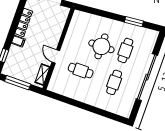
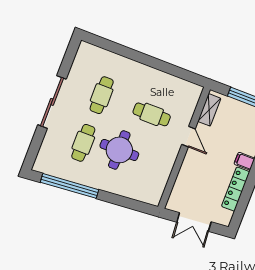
window: (134, 22) -> (69, 186), width x2.11
sliding door: (147, 77) -> (52, 102), width x0.73

